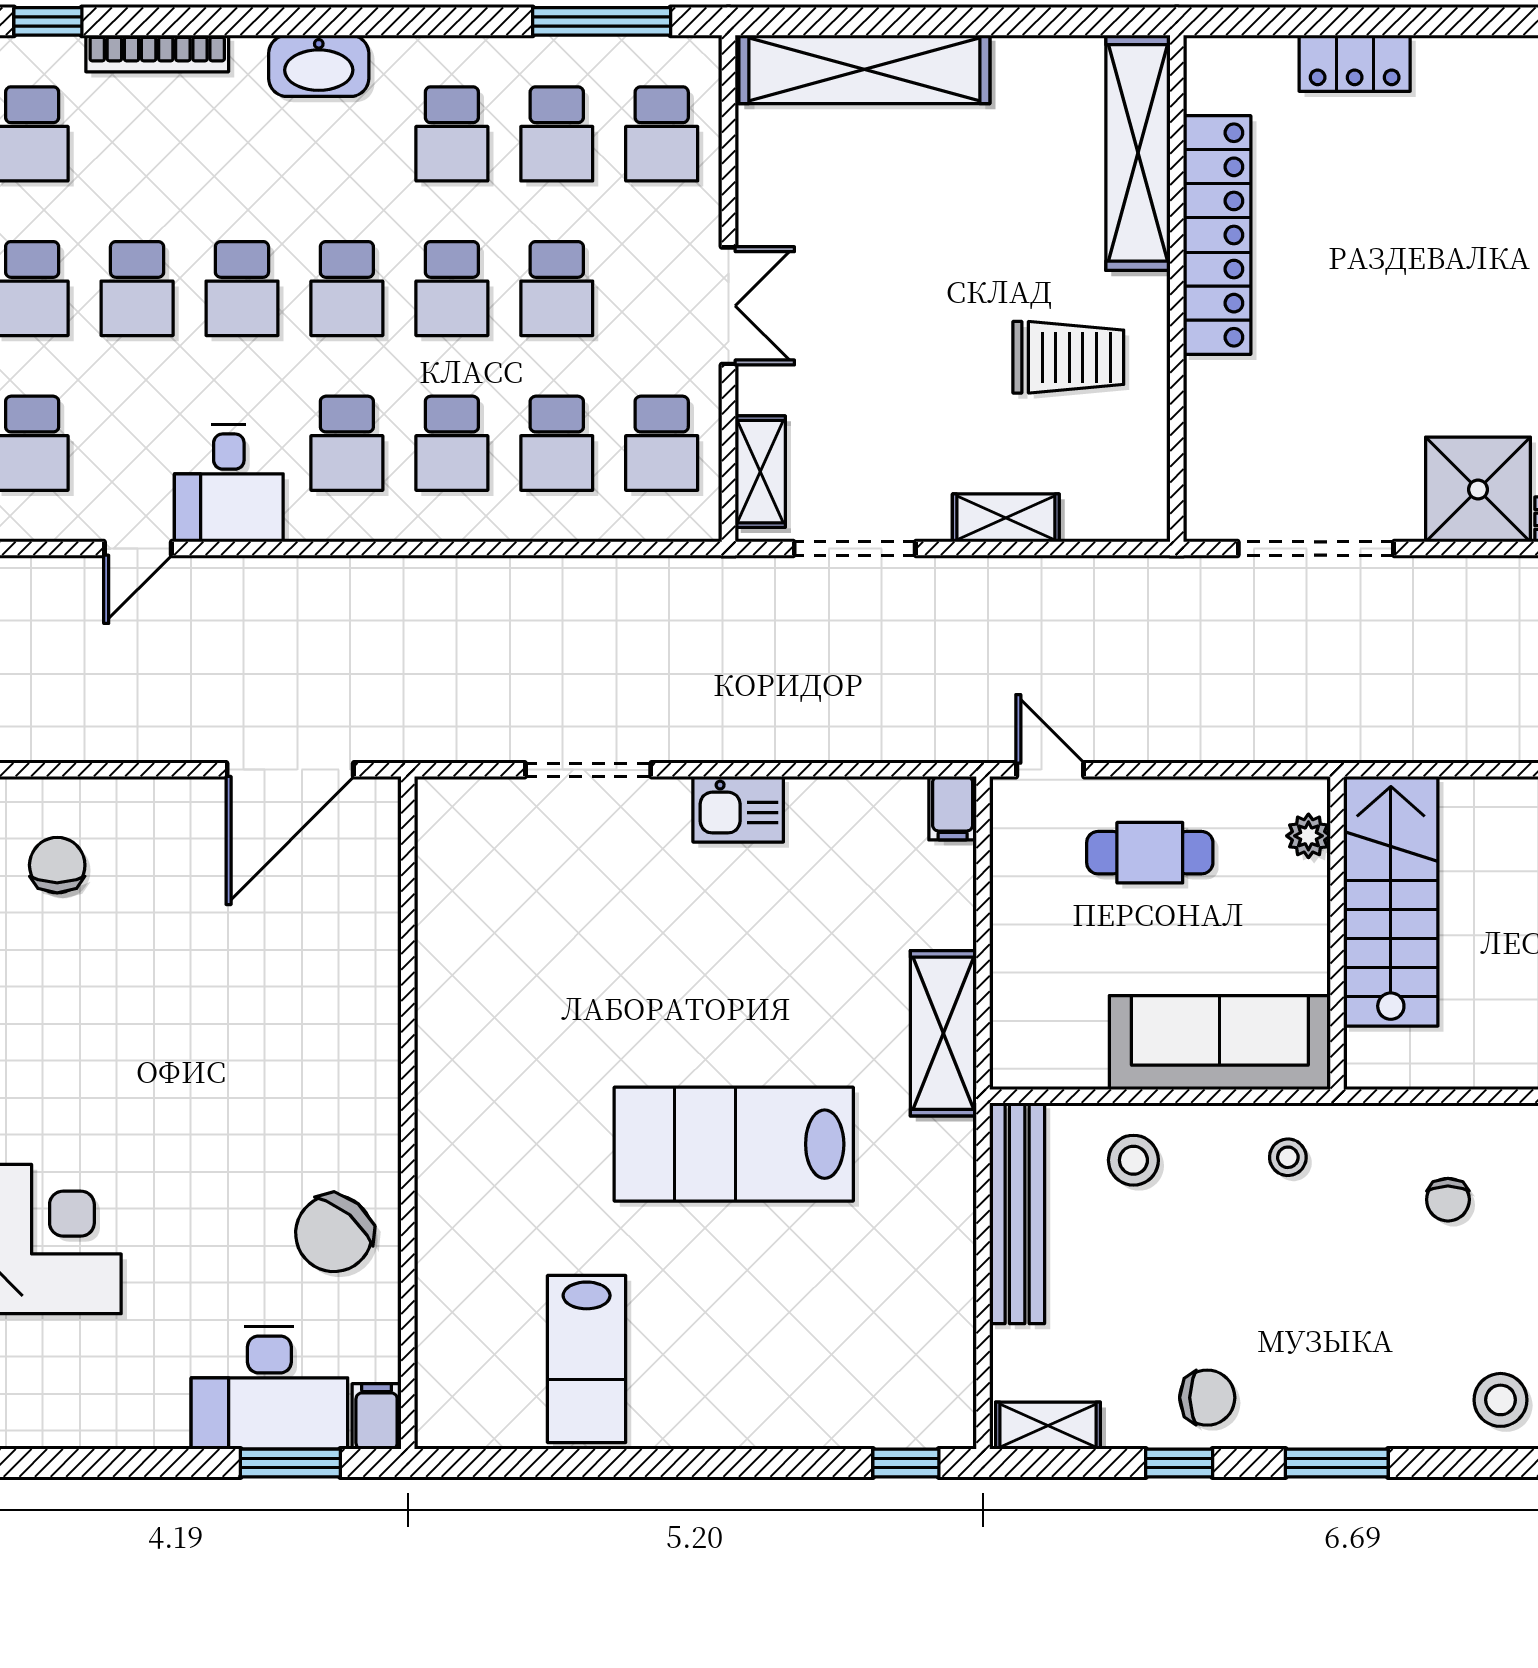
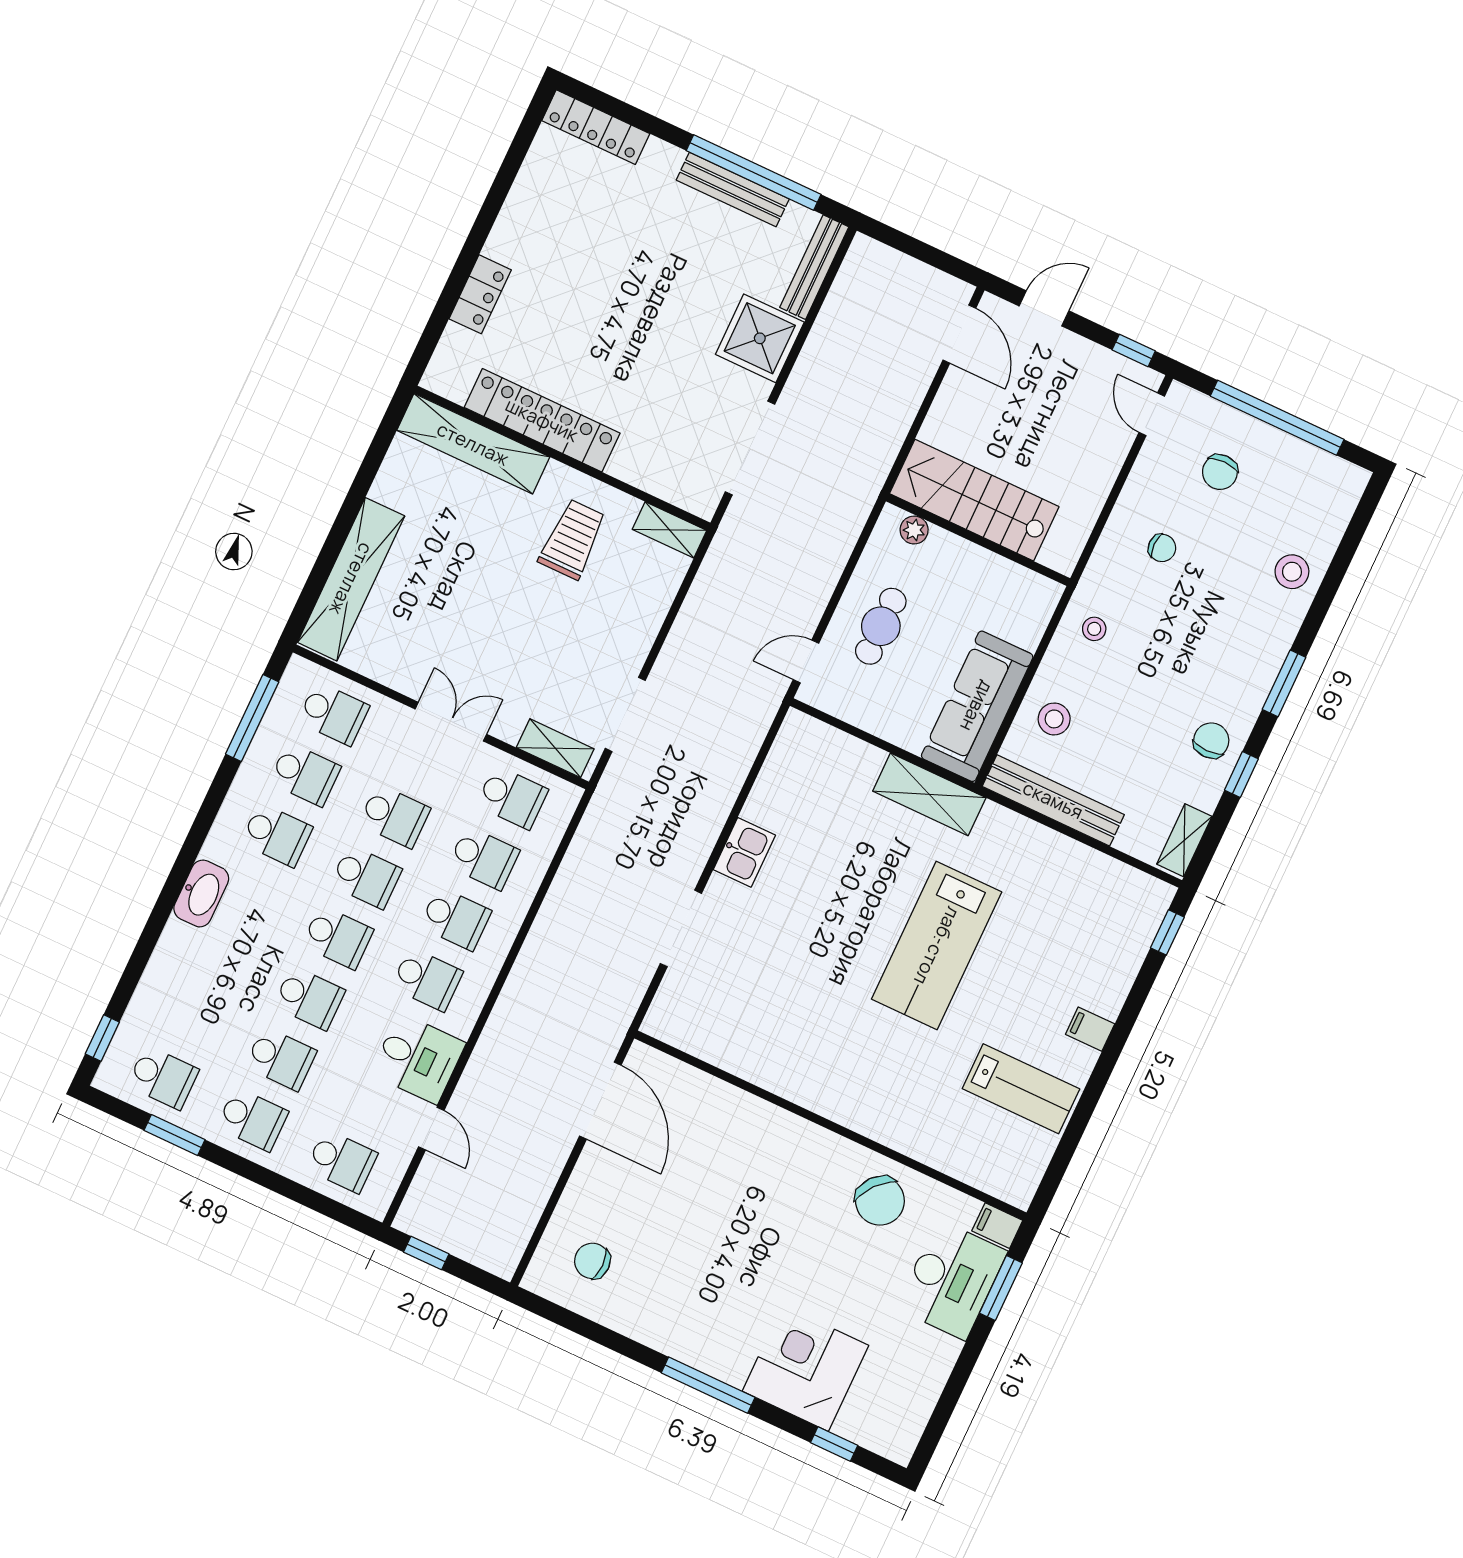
bookcase: (157, 54) -> (150, 983), removed
shelving: (1006, 518) -> (669, 530), moved, turned 90
filing cabinet: (953, 808) -> (1090, 1029), moved, turned 180
sofa: (1220, 1043) -> (977, 706), moved

